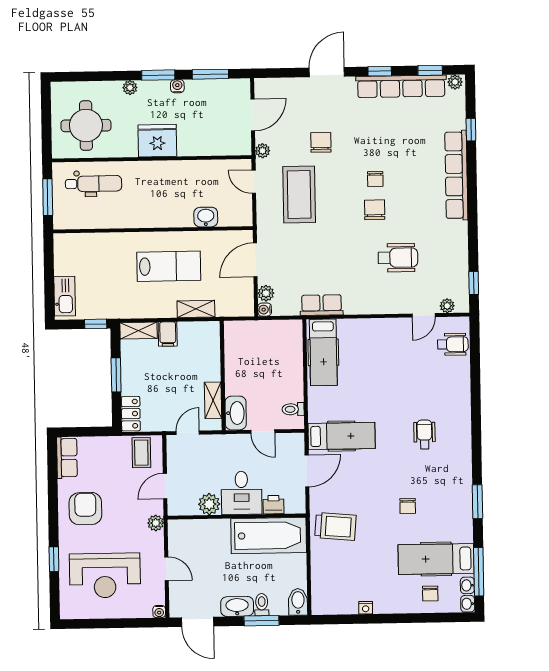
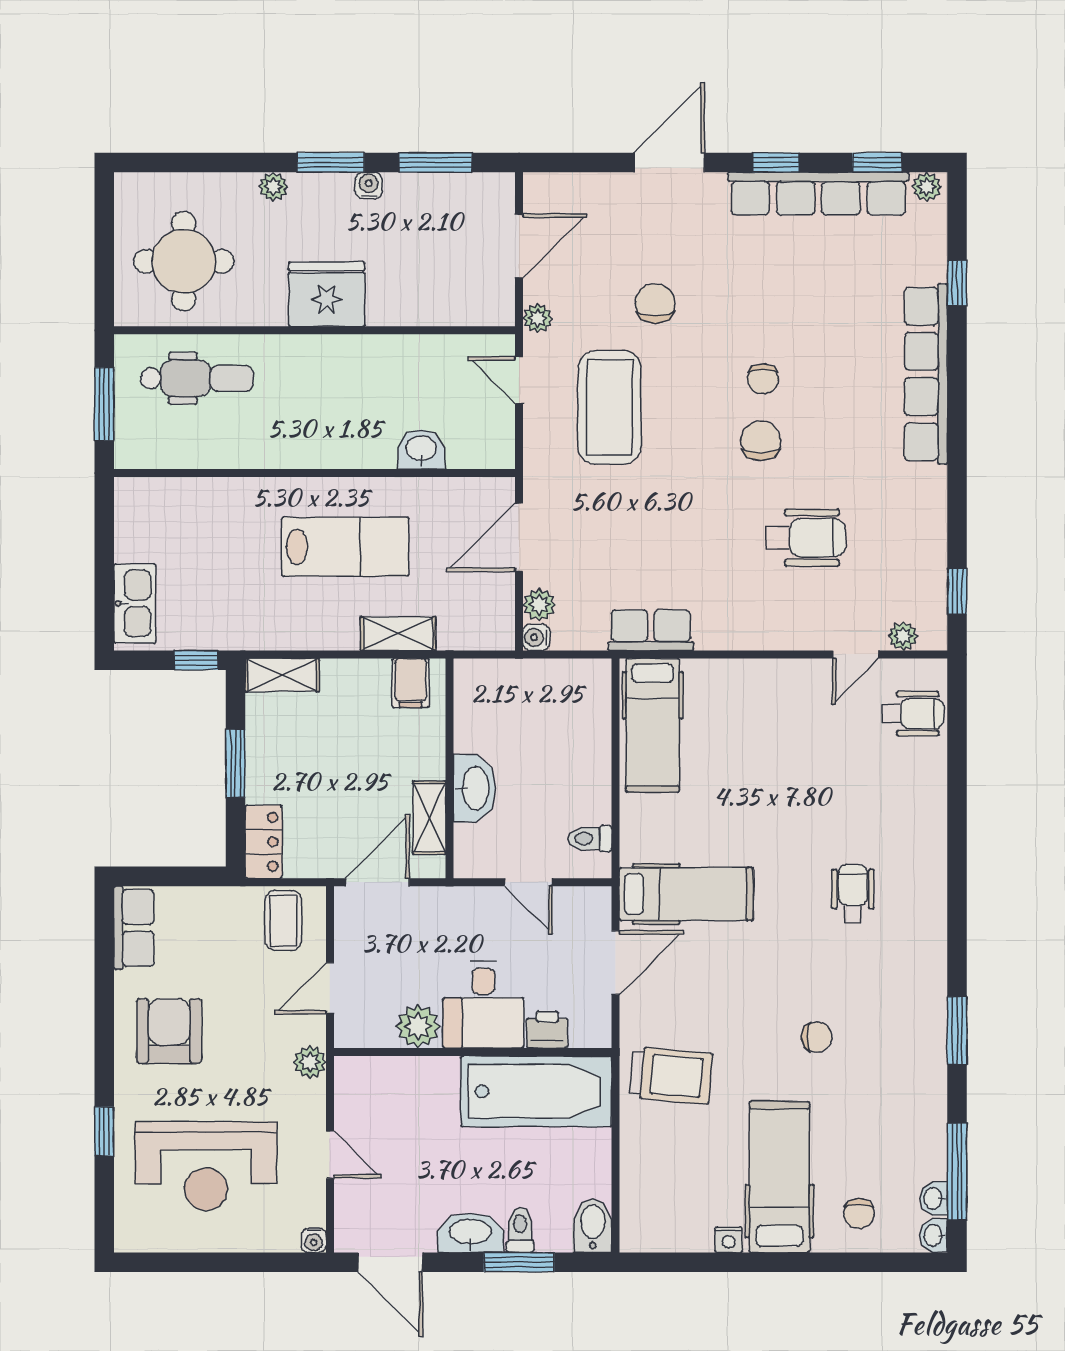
filing cabinet: (168, 334) -> (411, 683), moved
washbasin: (236, 413) -> (474, 788), moved
door: (188, 433) -> (377, 882), width x1.38
chair: (408, 506) -> (817, 1037), turned -90
hospital bed: (436, 559) -> (779, 1177), moved, turned 90

